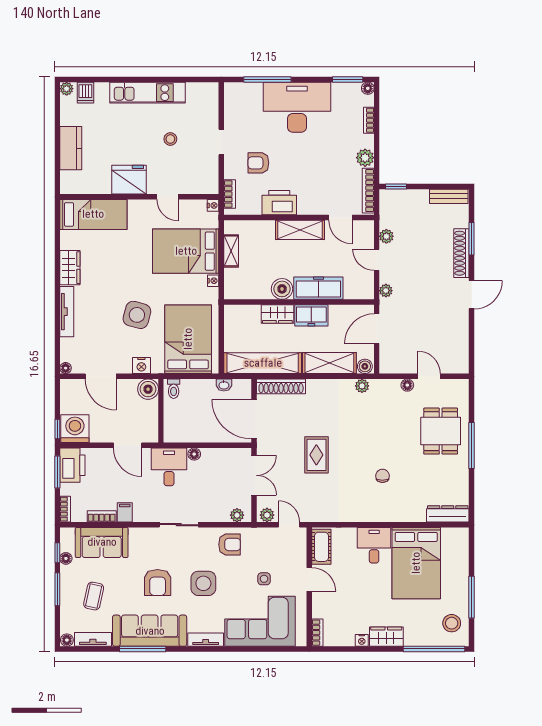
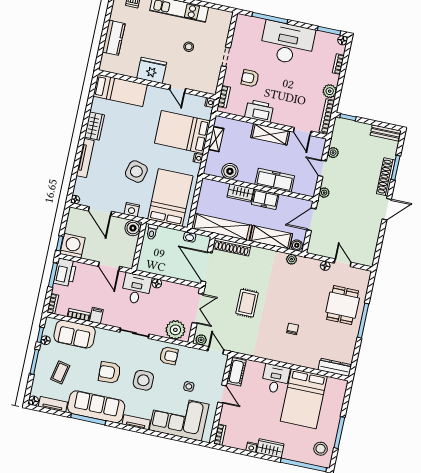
boiler: (282, 289) -> (230, 171), moved
plant: (237, 515) -> (175, 330), width x1.88, depth x1.88
armchair: (158, 583) -> (110, 372), turned 88

